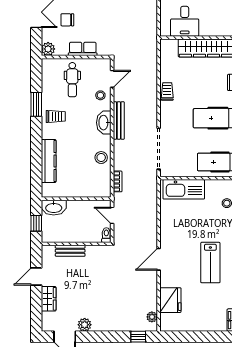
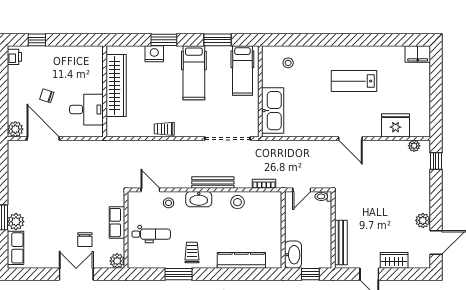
bench: (119, 120) -> (213, 183), moved
bench: (70, 251) -> (341, 242), width x1.36
lab bench: (210, 263) -> (354, 81), turned 180

